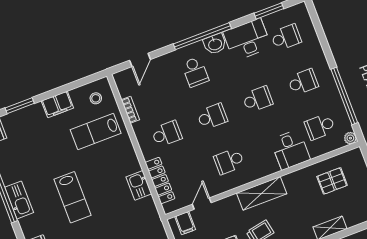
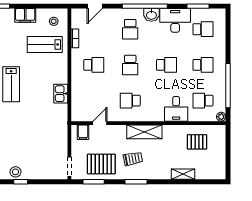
school desk: (212, 117) -> (130, 65), turned 90
locker: (160, 181) -> (77, 96), removed

